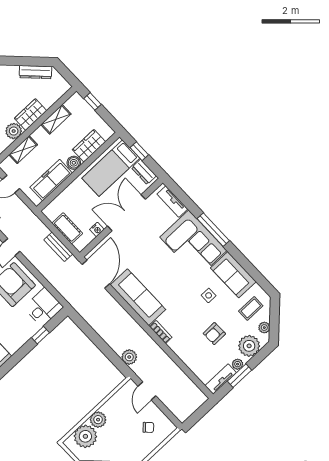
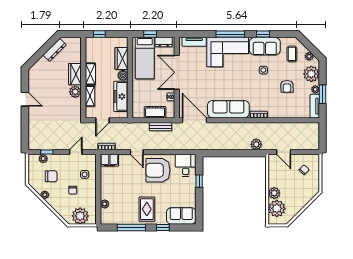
shelving: (56, 119) -> (90, 74), moved
window: (244, 262) -> (263, 34), added

